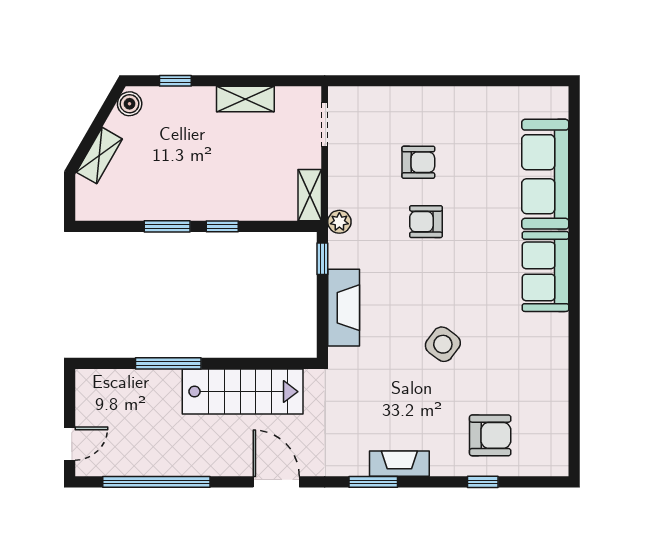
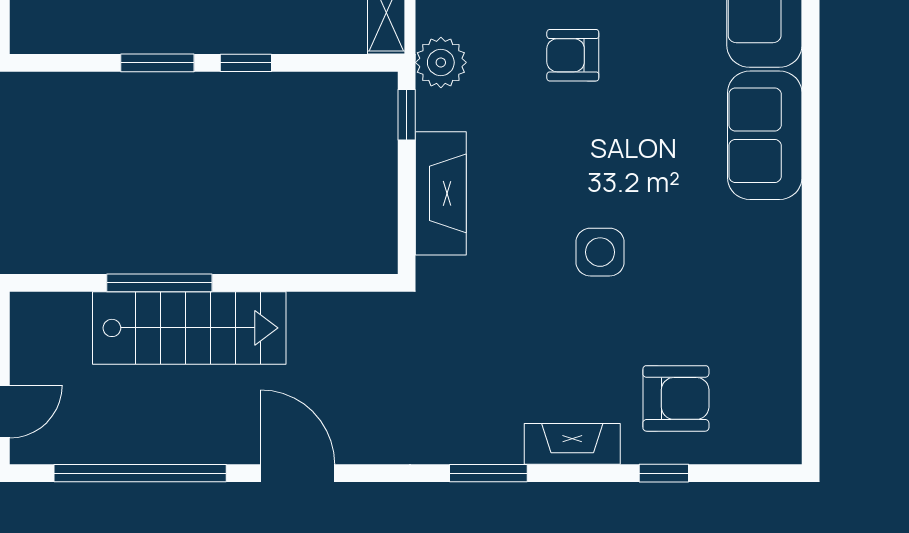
plant: (339, 222) -> (441, 62), width x1.38, depth x1.38
side table: (443, 344) -> (600, 252), turned -37
stairs: (243, 392) -> (189, 328), moved
fireplace: (399, 464) -> (572, 444), moved
door: (276, 482) -> (298, 473), moved

